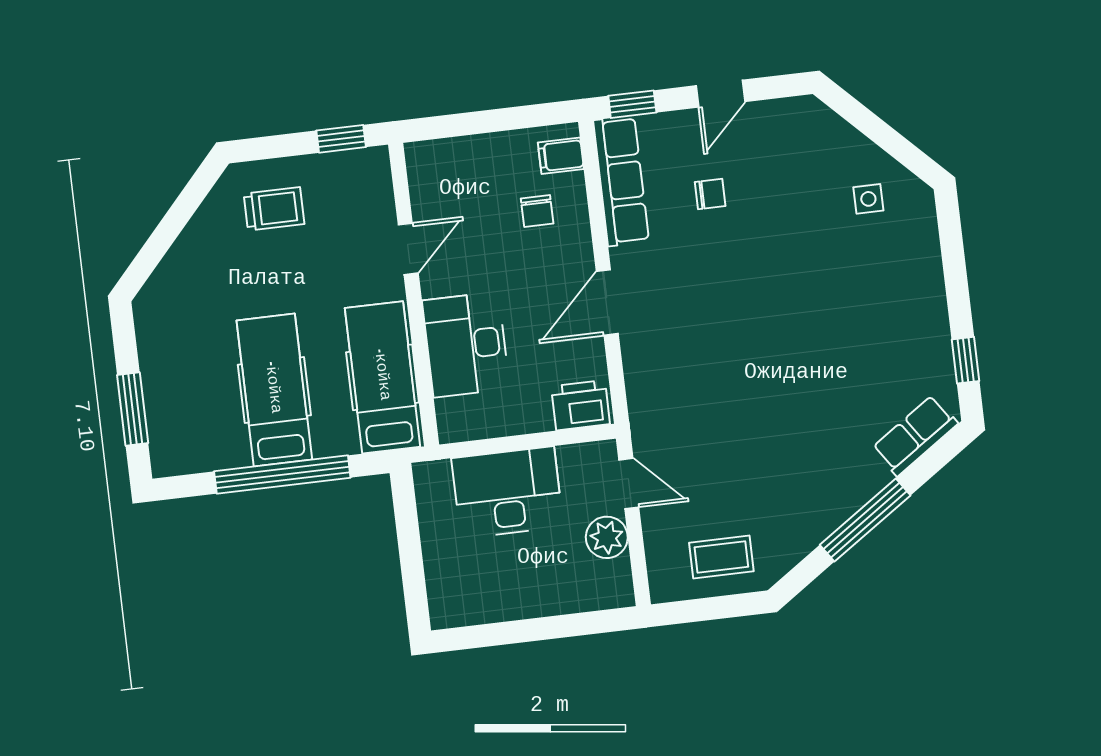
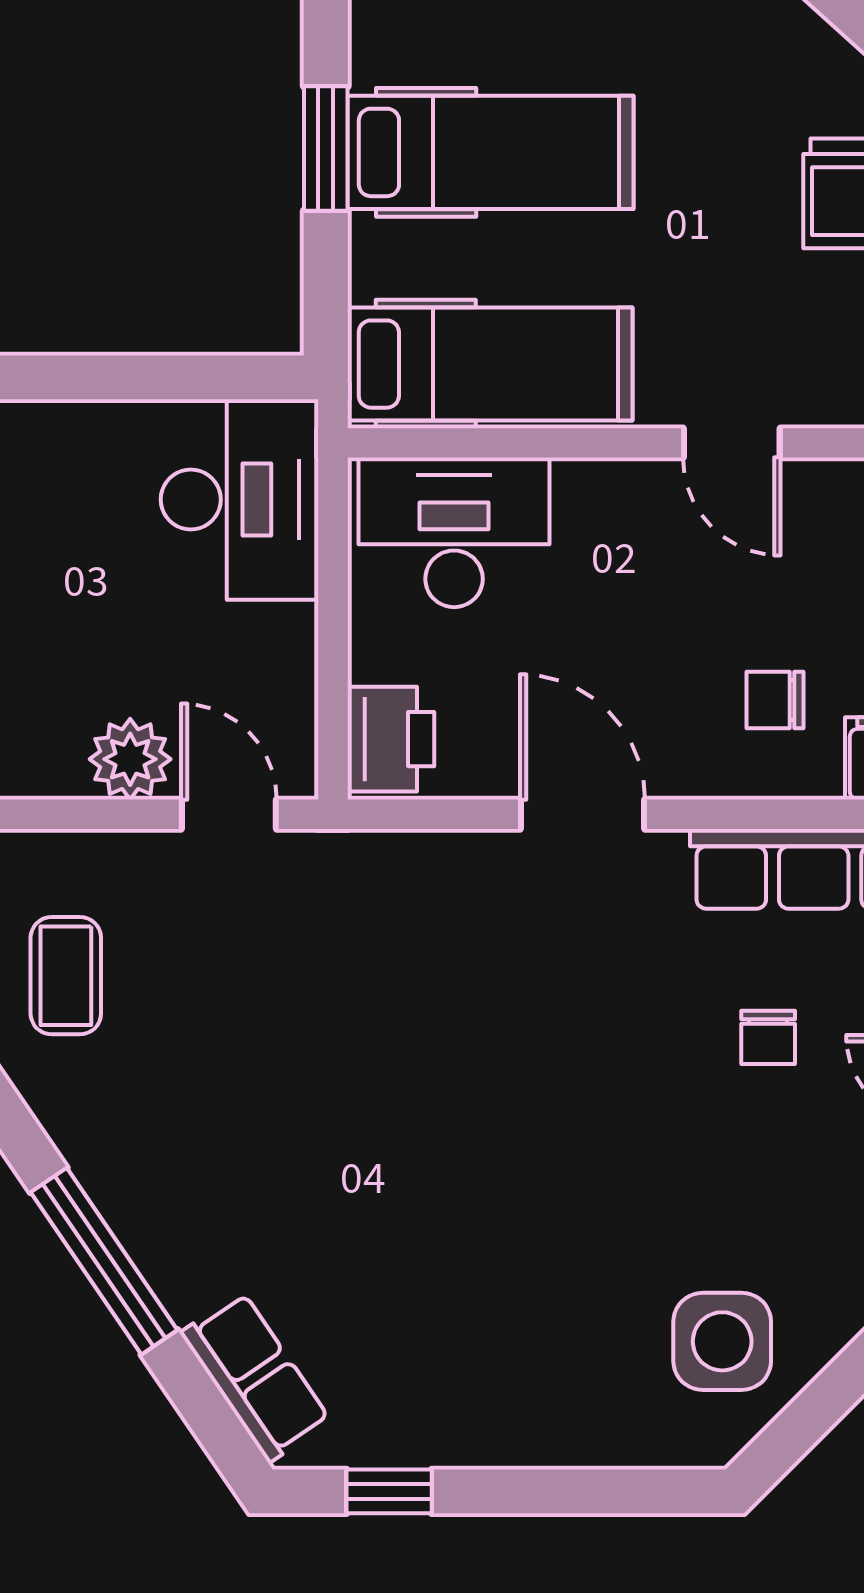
side table: (868, 199) -> (722, 1341), width x1.87, depth x1.87
desk: (466, 345) -> (454, 532), moved
window: (282, 475) -> (326, 148), width x0.47
door: (629, 483) -> (229, 814), swing flipped
desk: (507, 492) -> (240, 499), moved

